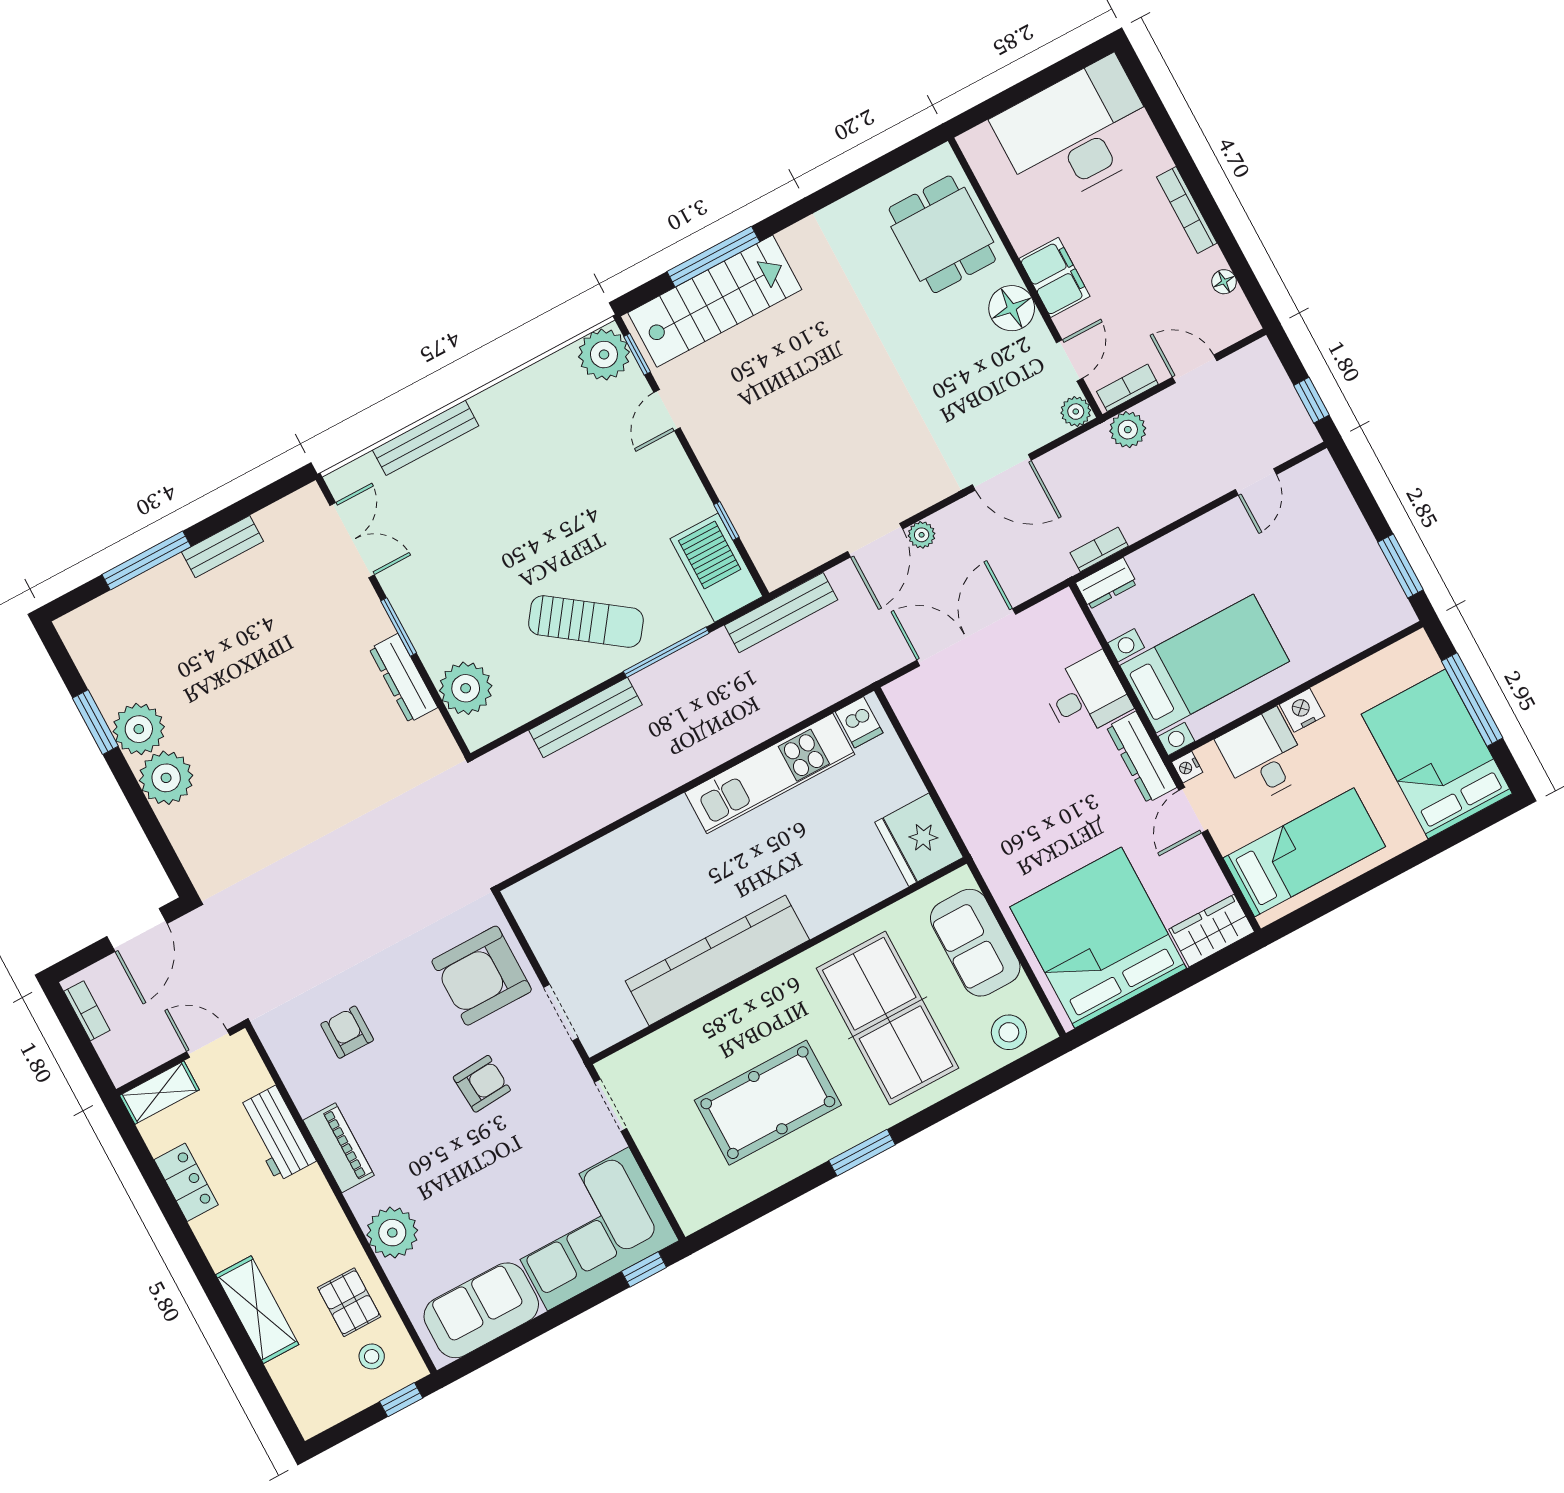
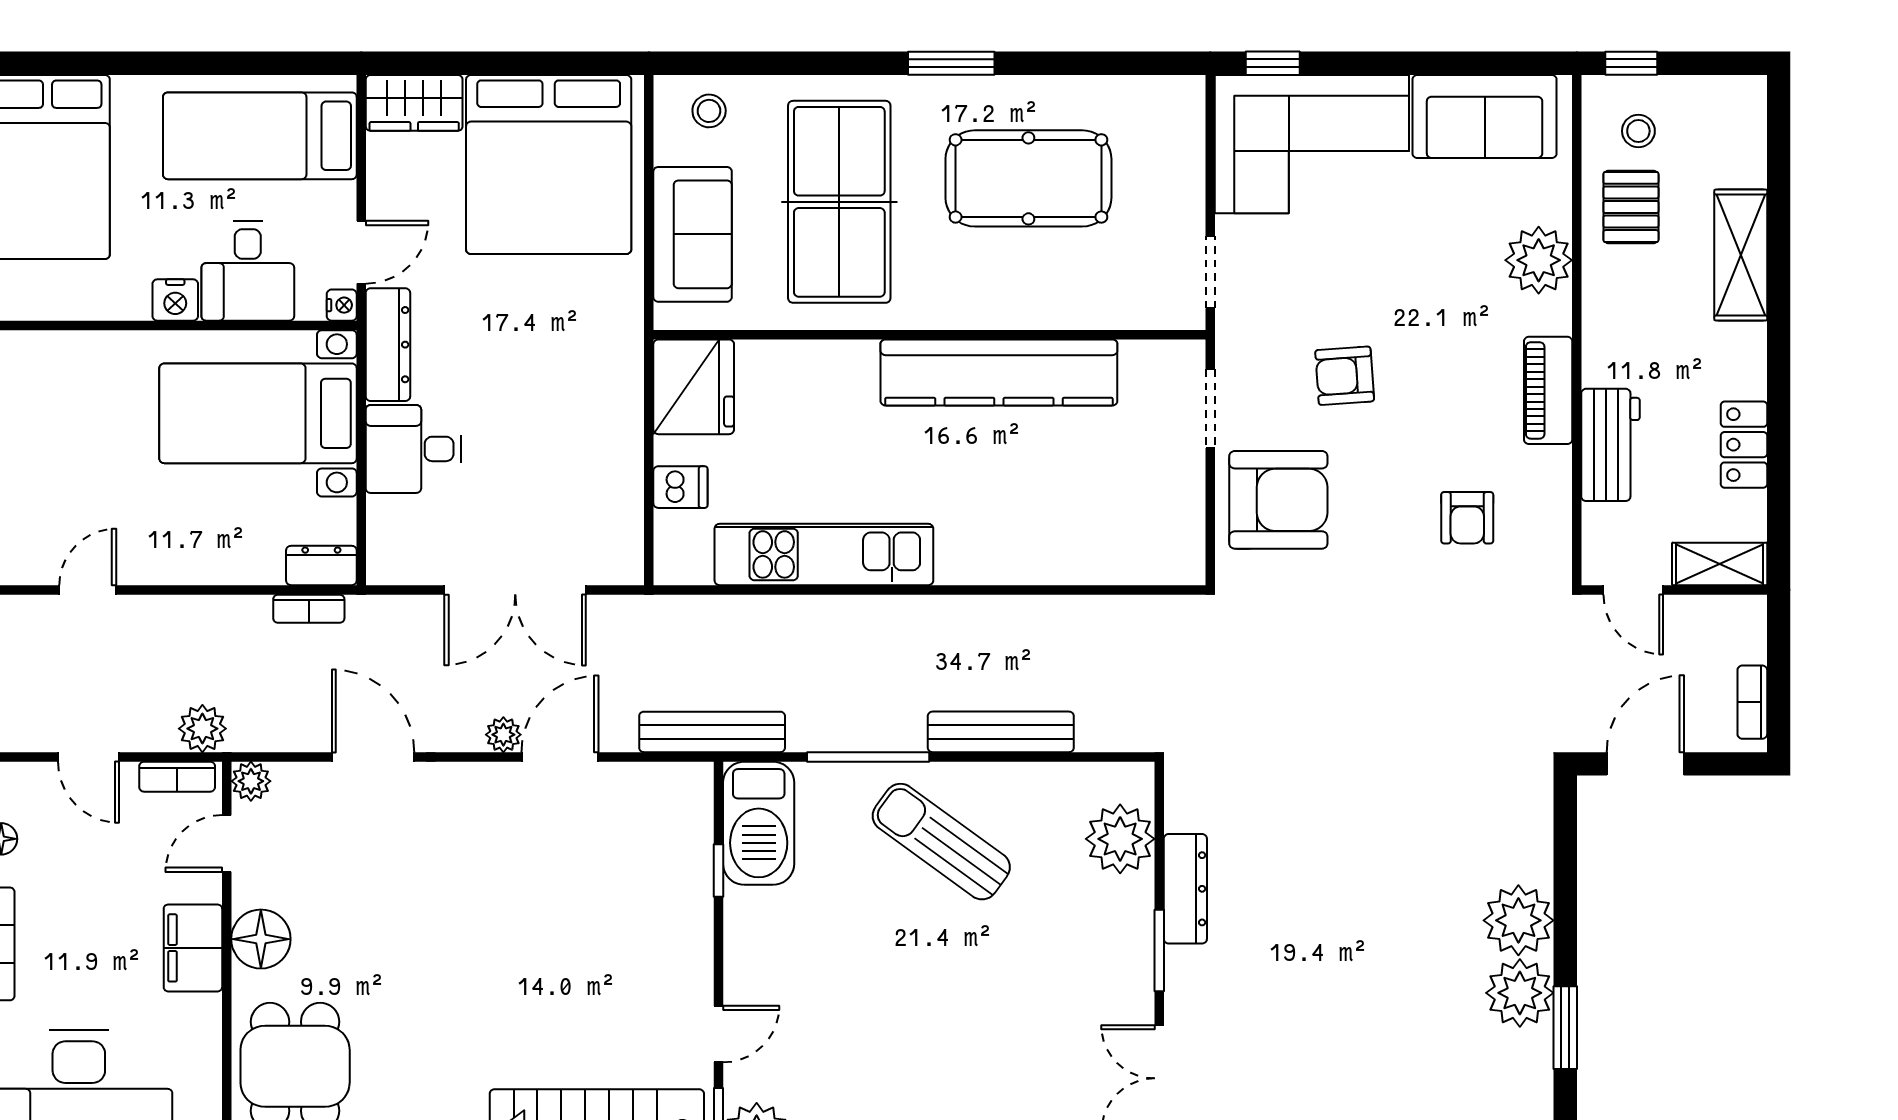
dishwasher: (859, 722) -> (680, 487), moved, turned 90
stool: (1009, 1032) -> (709, 111), width x0.73, depth x0.73

